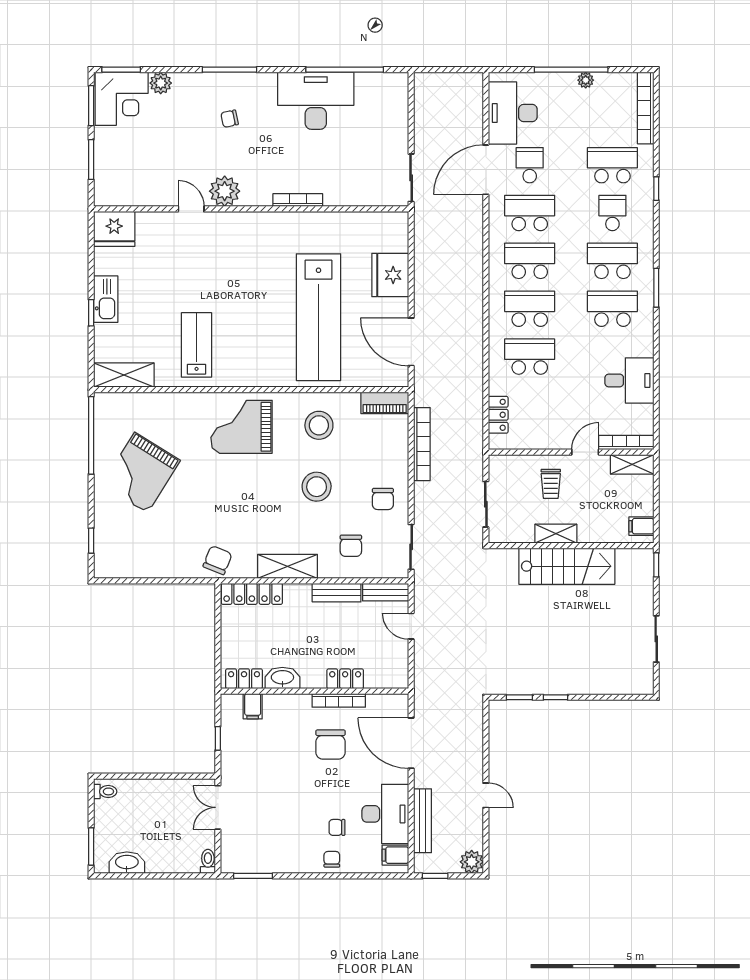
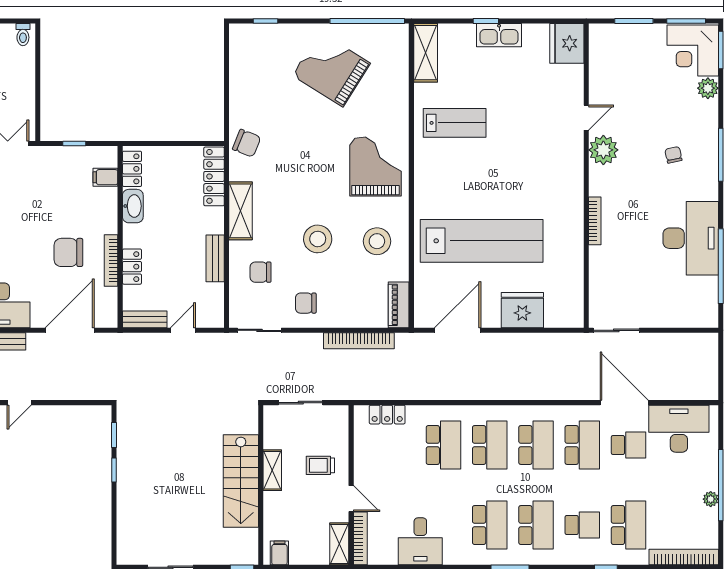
lab bench: (318, 317) -> (482, 241), turned 180
bench: (386, 592) -> (145, 319), moved, turned 90

